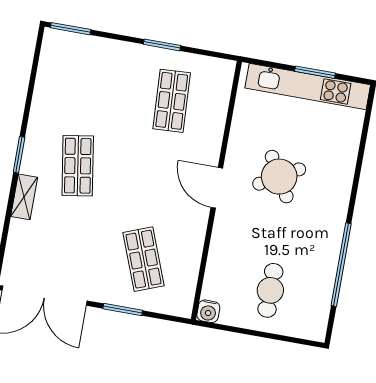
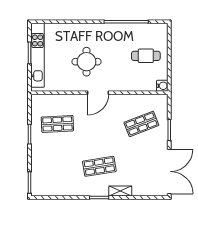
round table: (279, 177) -> (86, 62), turned 30

